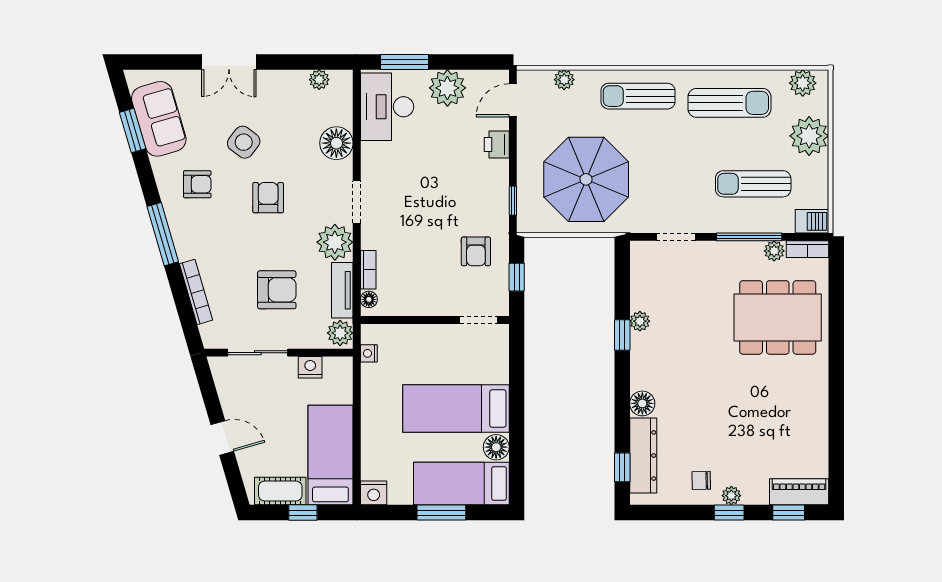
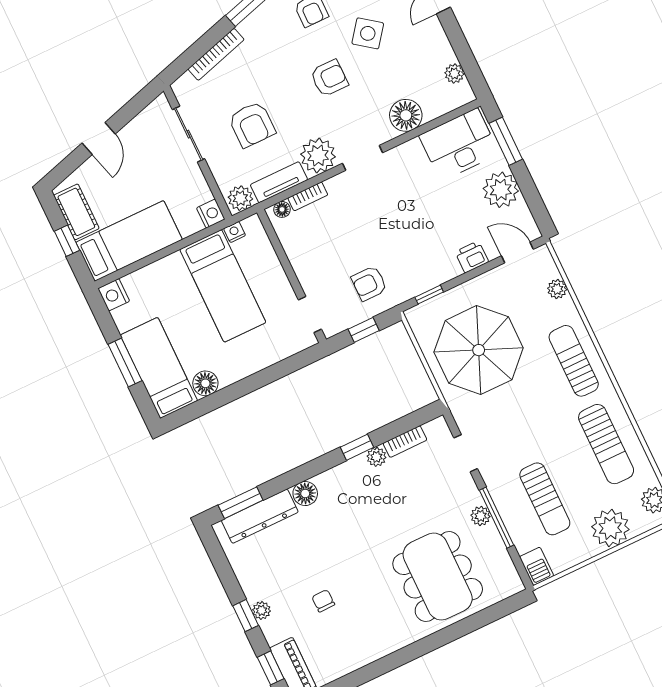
sun lounger: (753, 184) -> (545, 499), turned 180
bookcase: (808, 249) -> (405, 442), moved, turned -90
plant: (774, 251) -> (481, 516), moved
nightstand: (310, 367) -> (211, 214), moved
bed: (456, 409) -> (223, 286), moved, turned 180
window: (622, 467) -> (241, 503), width x1.50
chair: (701, 480) -> (323, 601), moved

